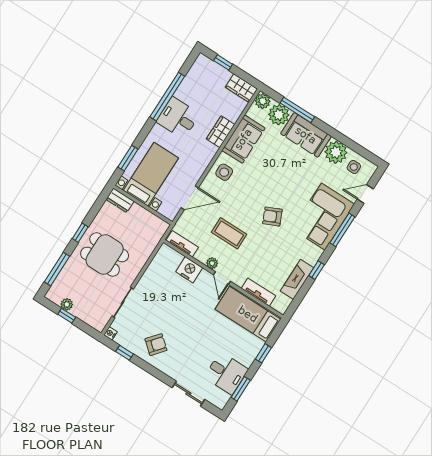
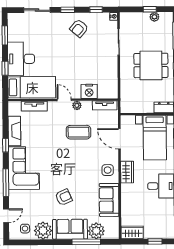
plant: (263, 101) -> (113, 233), removed
wardrobe: (221, 132) -> (127, 172), moved
door: (190, 198) -> (119, 139), hinge flipped
armchair: (272, 216) -> (64, 197), moved
corner sofa: (323, 217) -> (24, 168), moved
window: (155, 372) -> (68, 10), added
desk: (226, 373) -> (21, 59), moved, width x1.37

